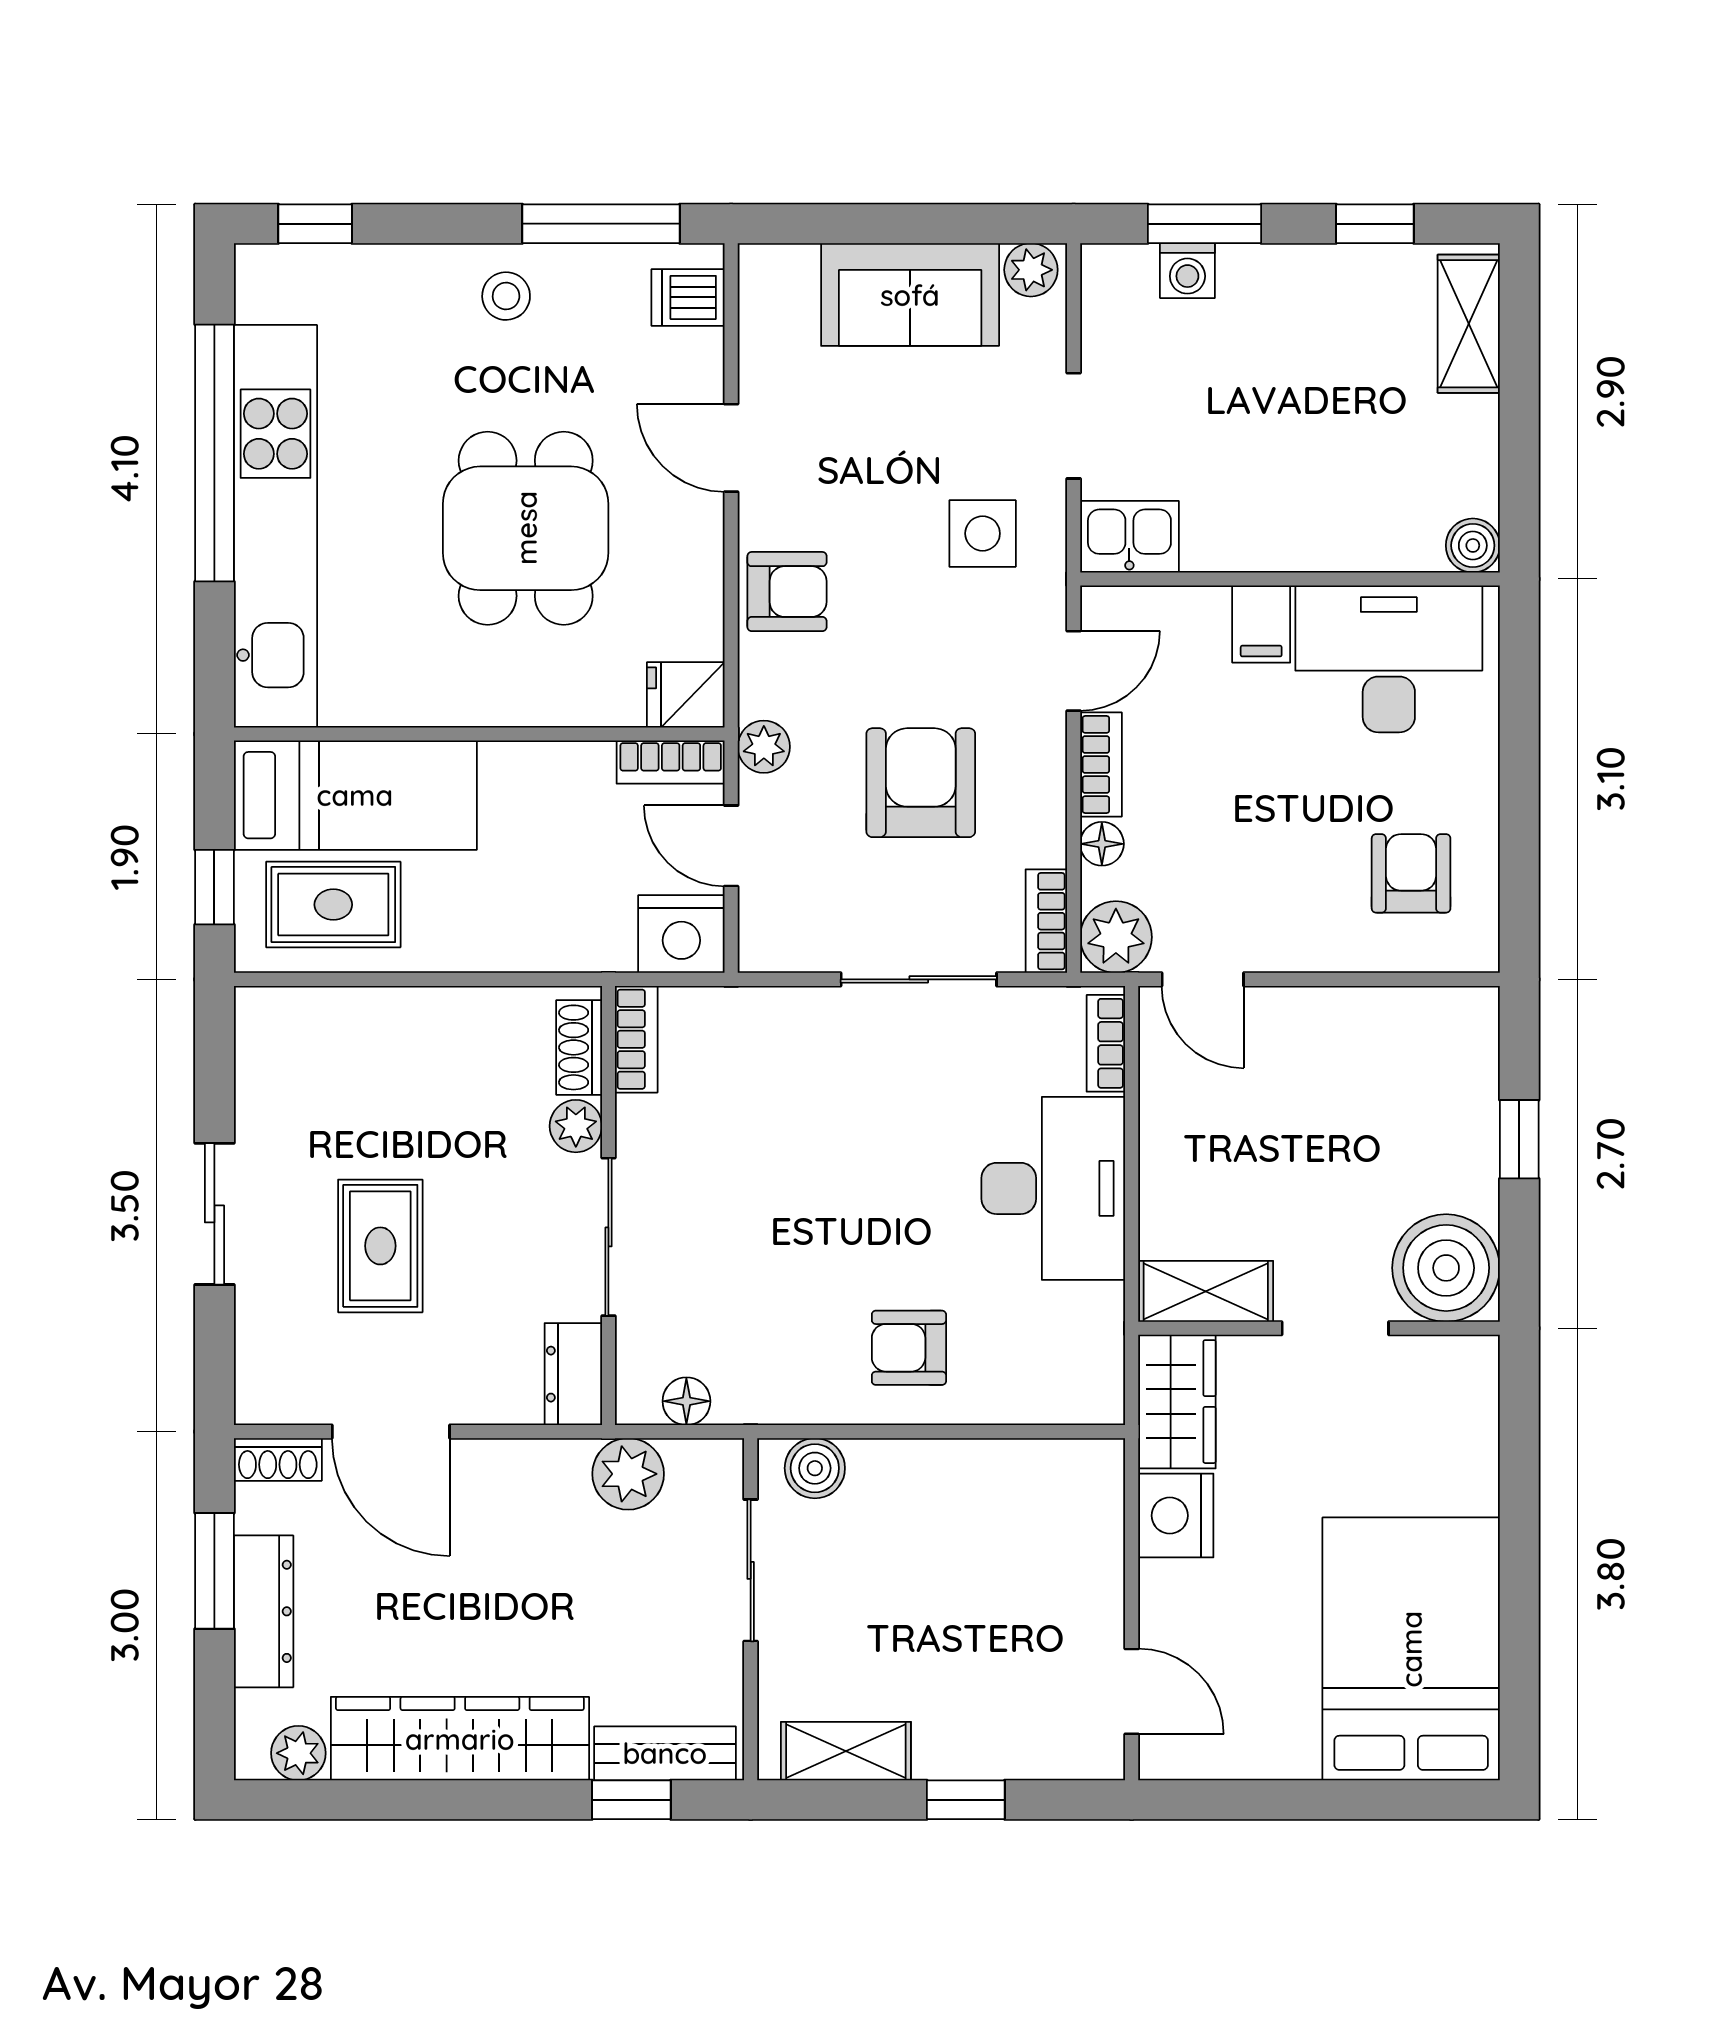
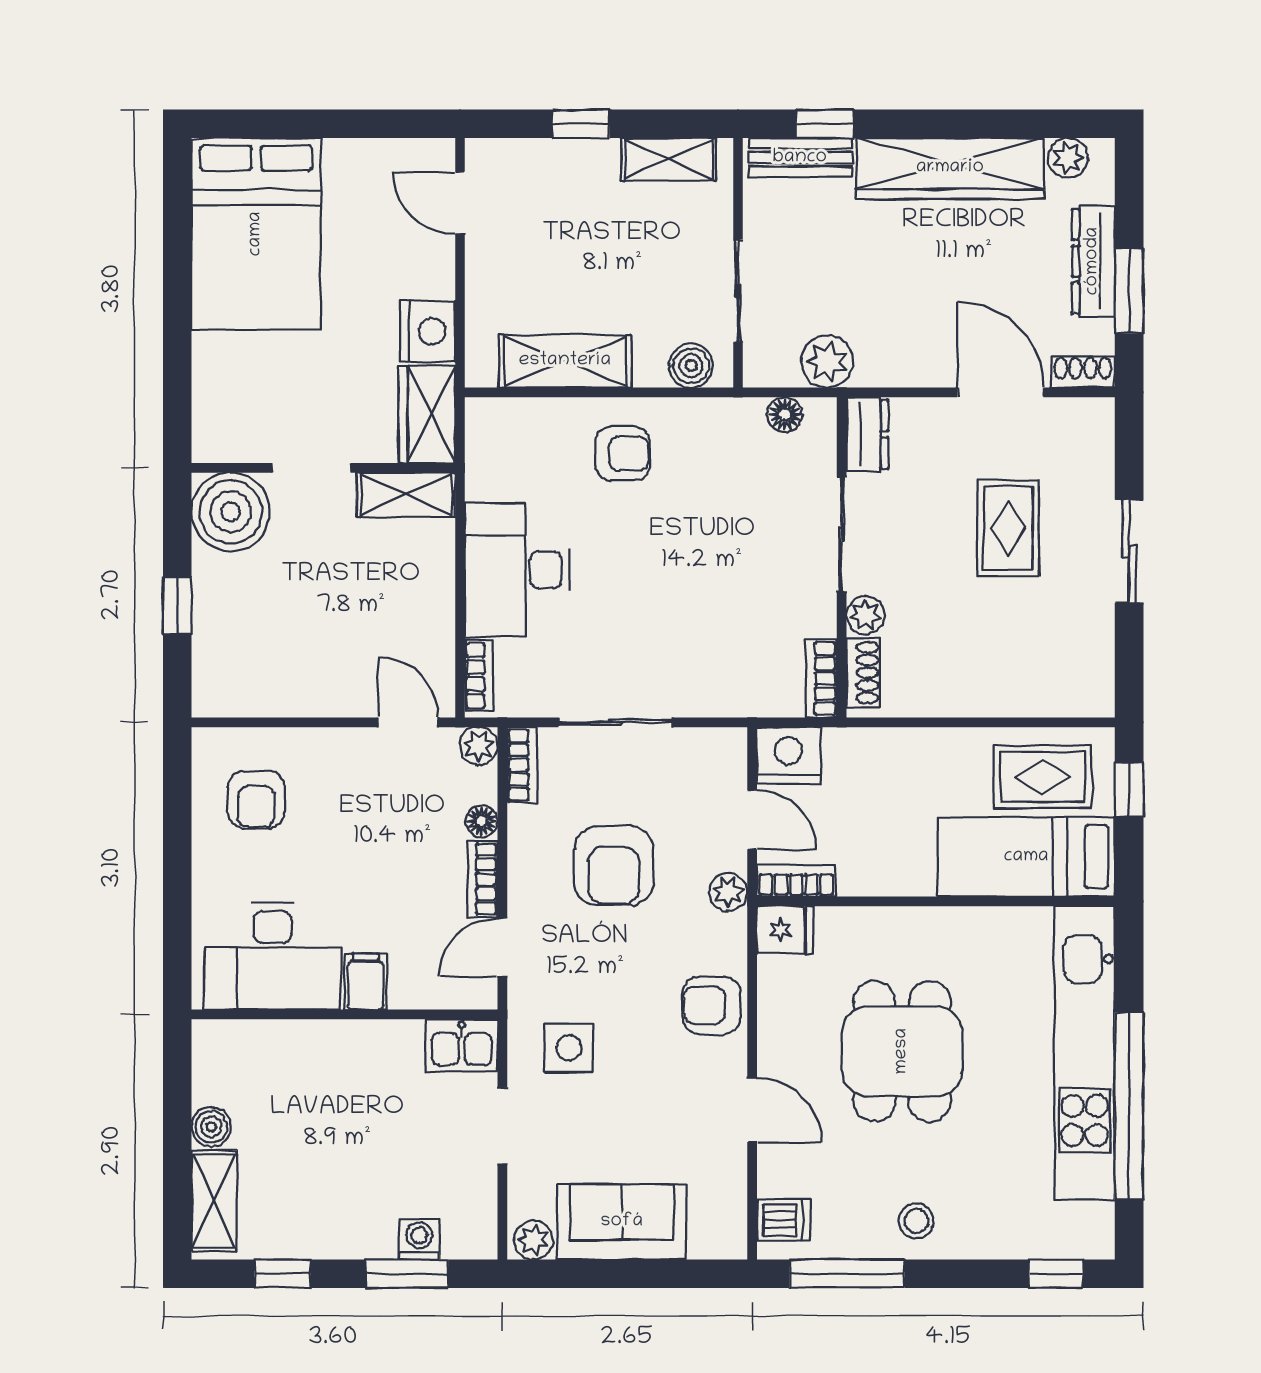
boiler: (1473, 545) -> (211, 1127), moved
plant: (1116, 937) -> (479, 746), width x0.73, depth x0.73
shelving: (988, 1474) -> (565, 361), added

